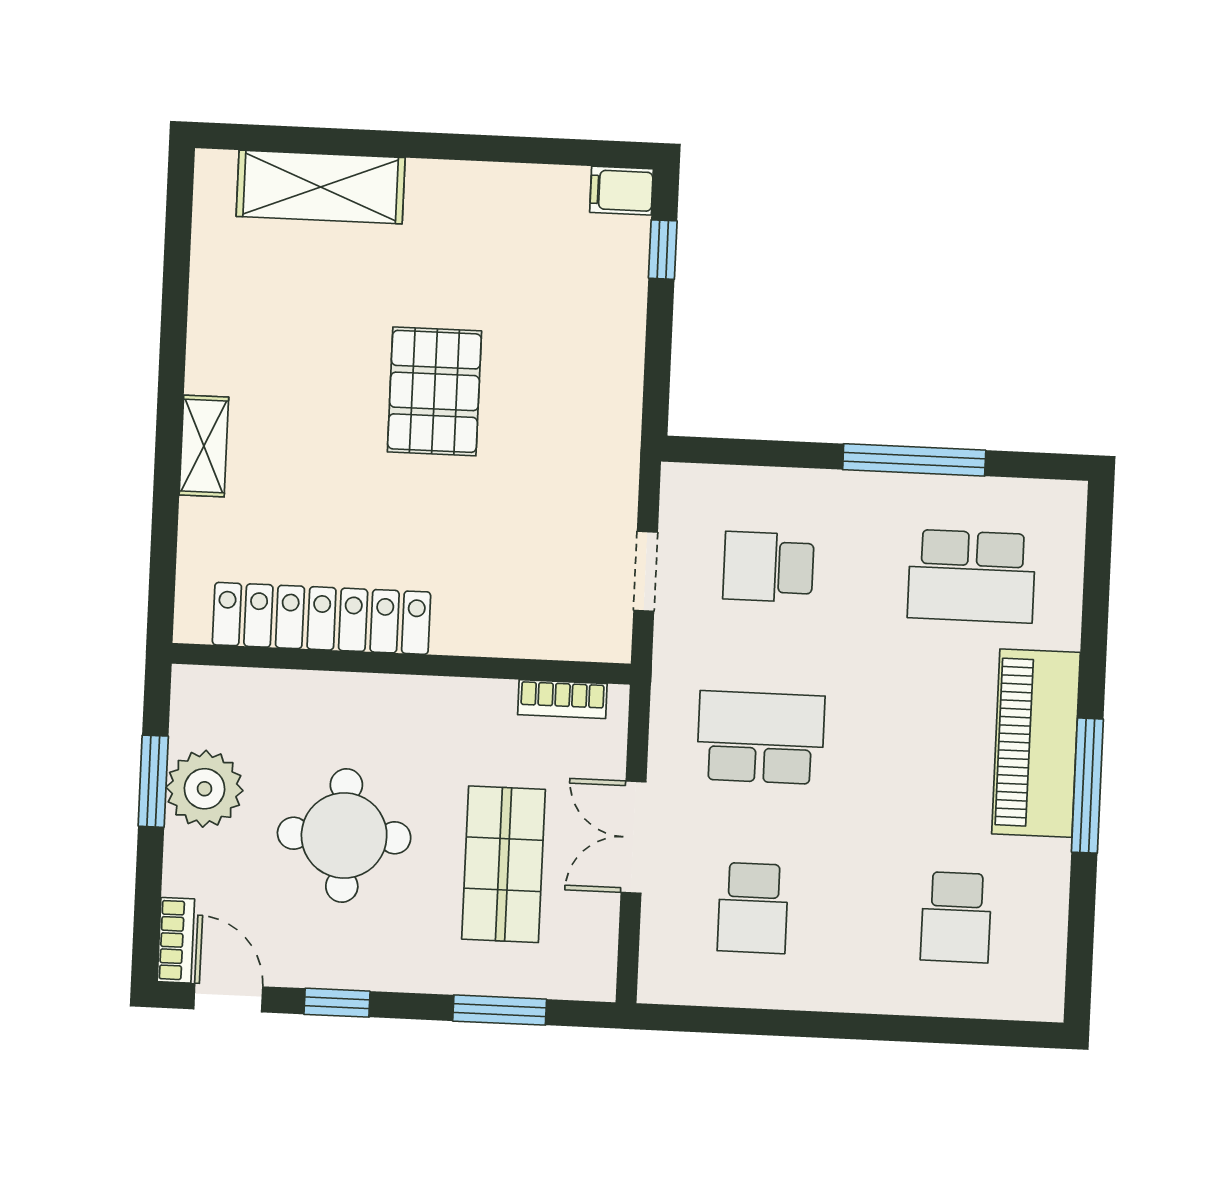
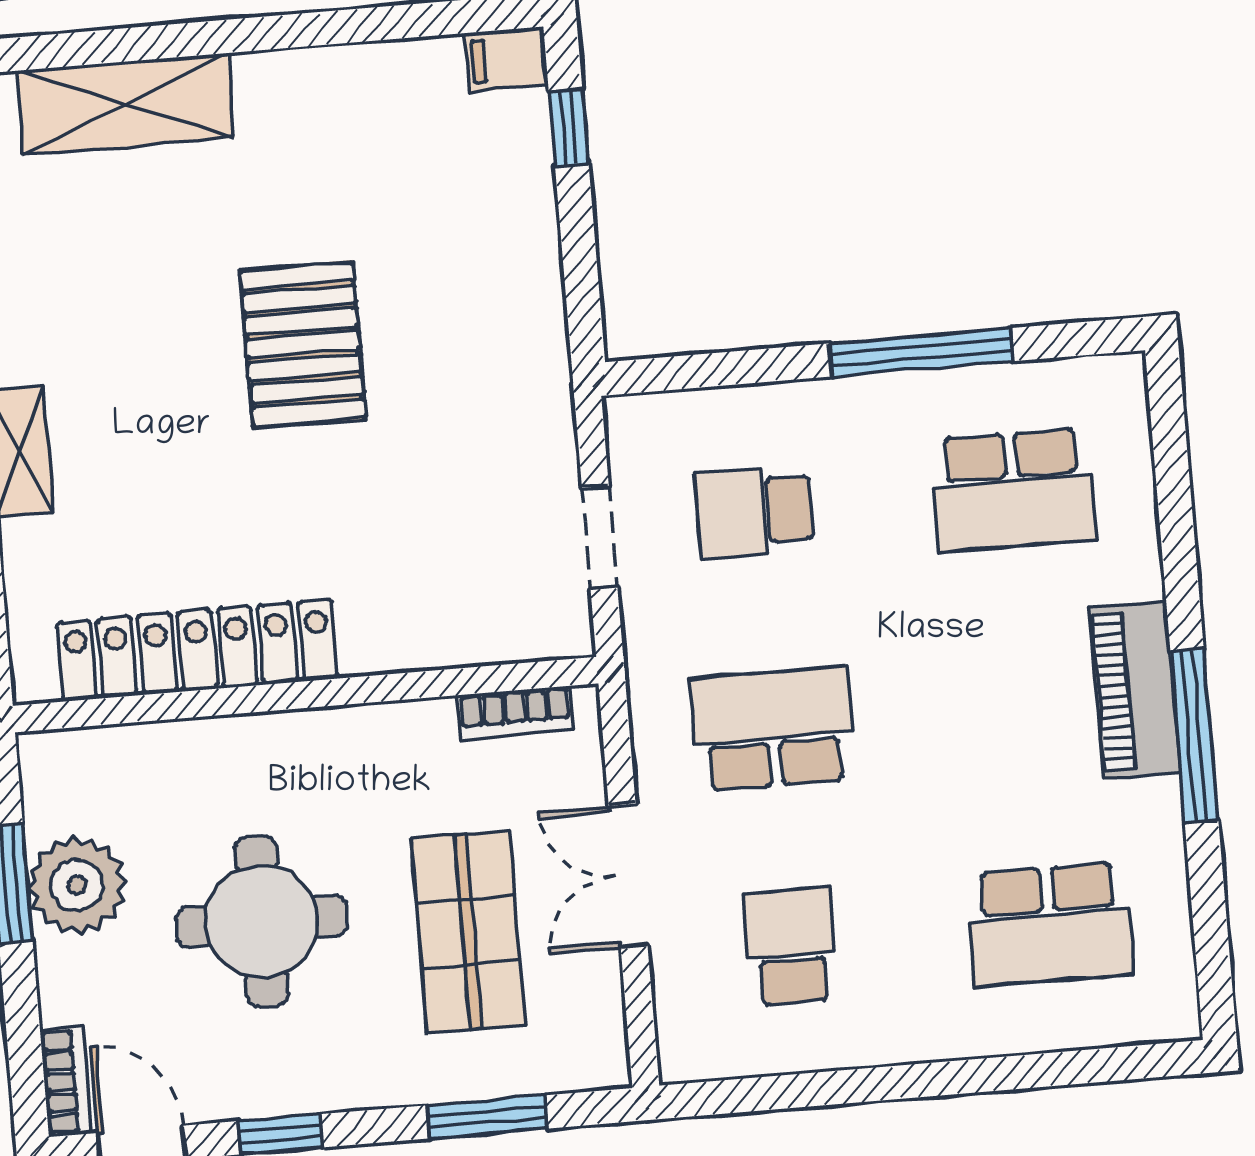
piano: (1036, 743) -> (1135, 690), width x0.73, depth x0.75
school desk: (753, 908) -> (791, 946), turned 180
school desk: (956, 917) -> (1050, 924), width x1.85

